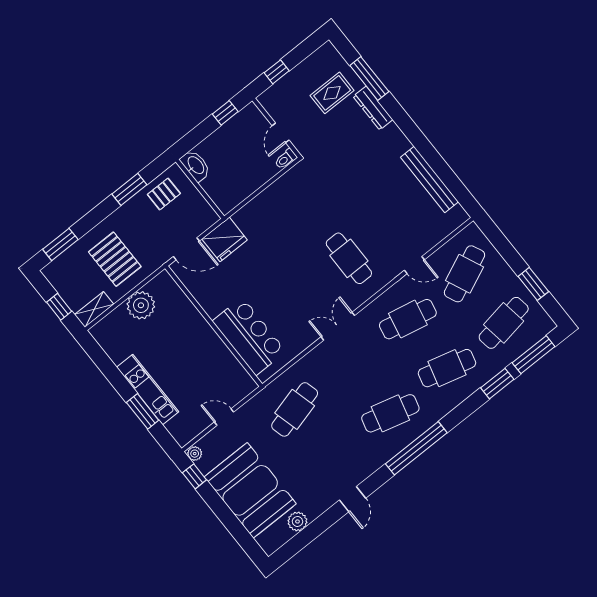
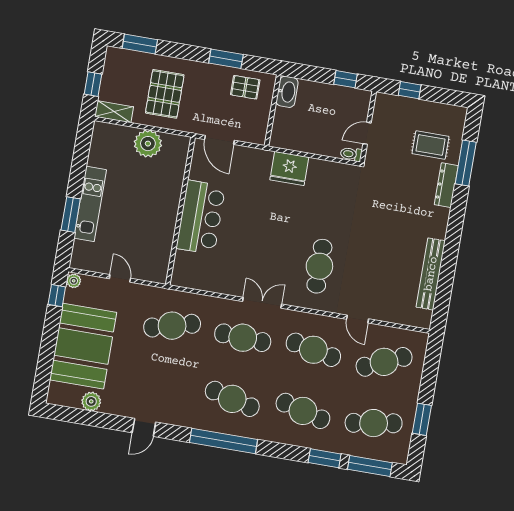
fridge: (225, 239) -> (289, 168), moved
bar counter: (249, 336) -> (201, 217), moved
cafe table: (351, 364) -> (243, 338), added

